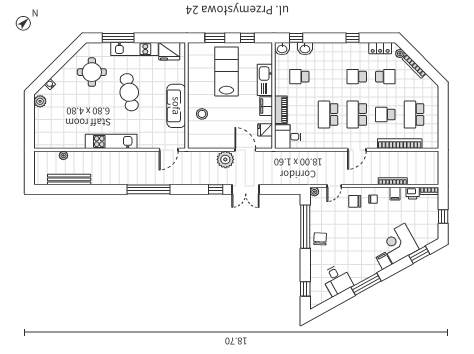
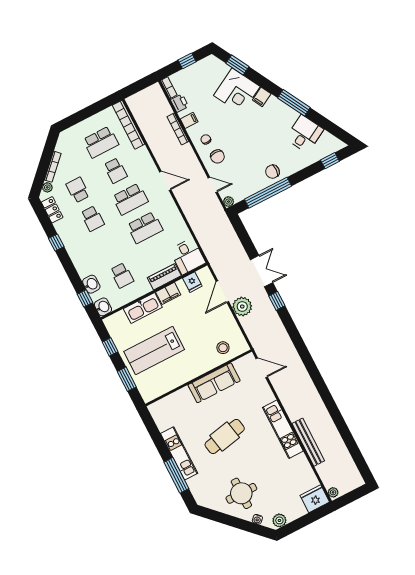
fridge: (169, 51) -> (315, 499), moved, turned -90
round table: (92, 72) -> (241, 493), moved
stool: (202, 114) -> (223, 348), moved
bookcase: (400, 144) -> (128, 125), moved
plant: (63, 155) -> (333, 492), moved
bench: (69, 179) -> (308, 442), moved
window: (148, 189) -> (311, 368), removed

